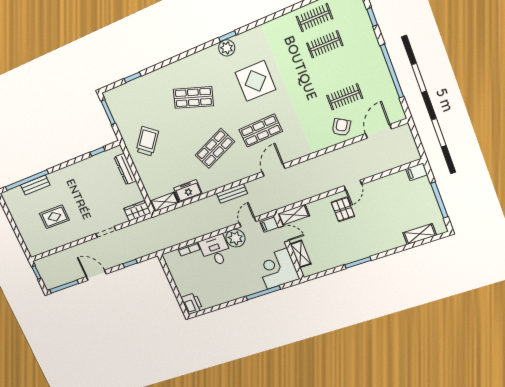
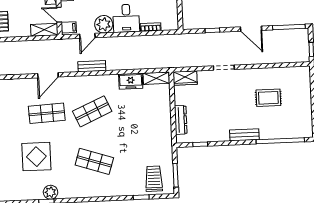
trolley: (147, 141) -> (154, 179), moved, turned 142
bench: (35, 185) -> (244, 135), moved

